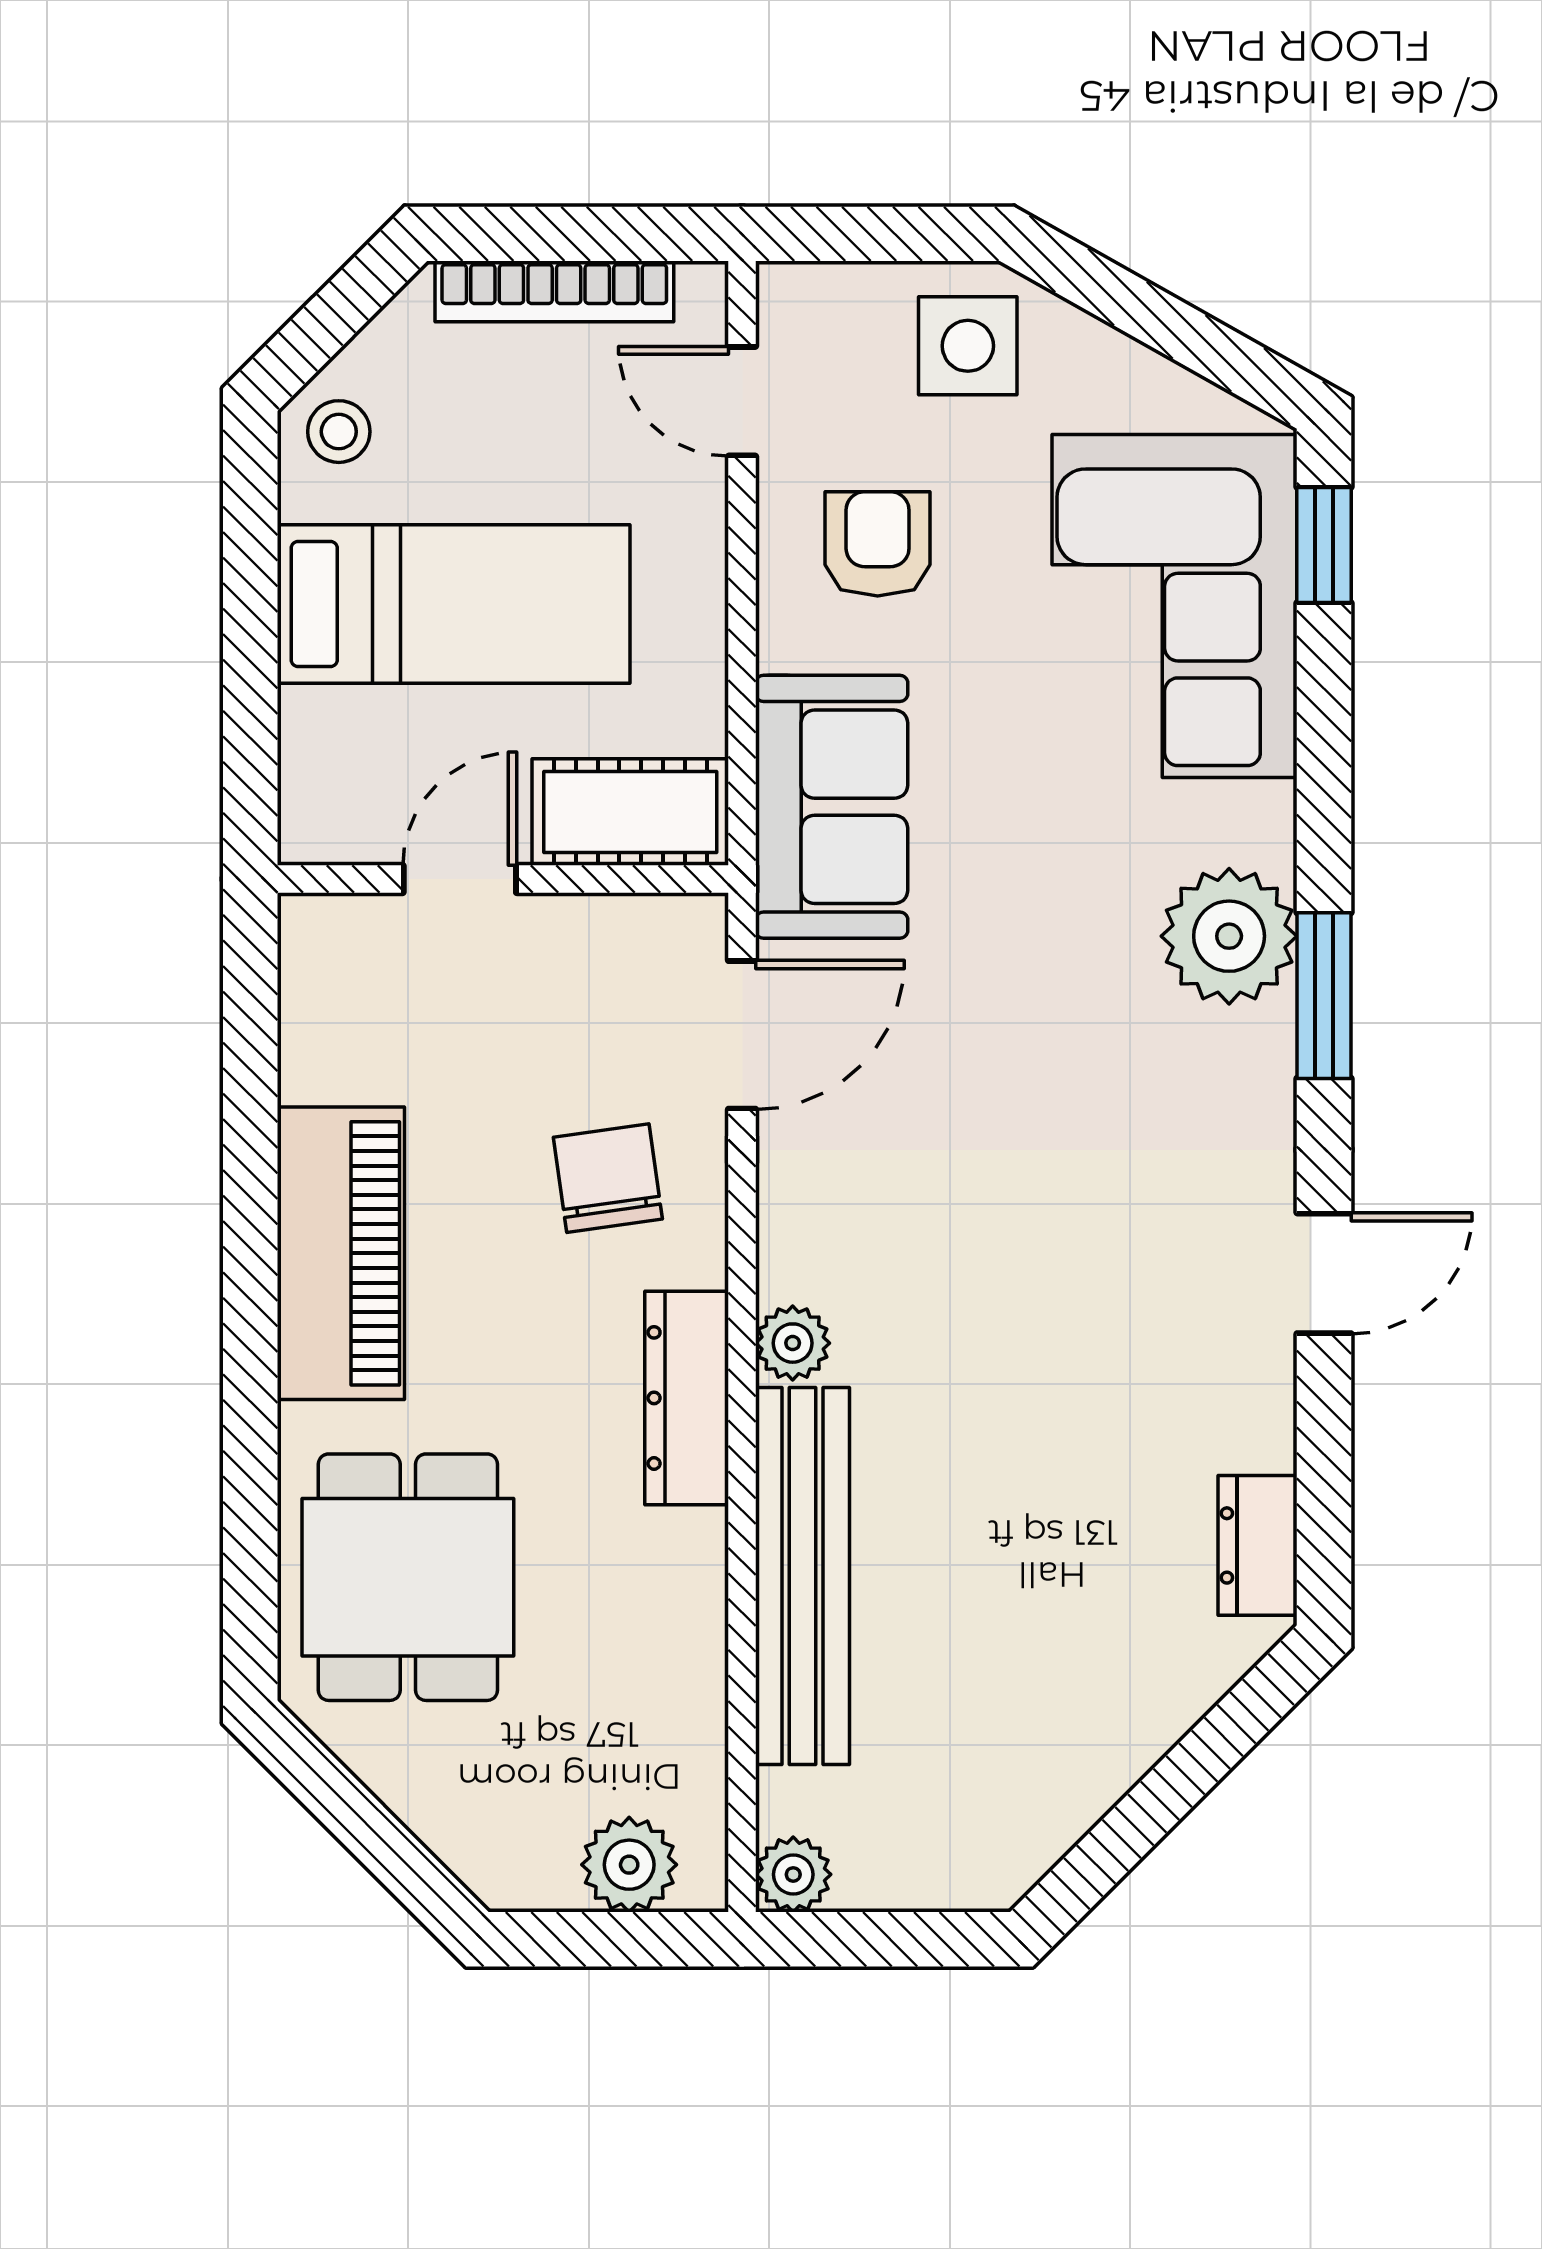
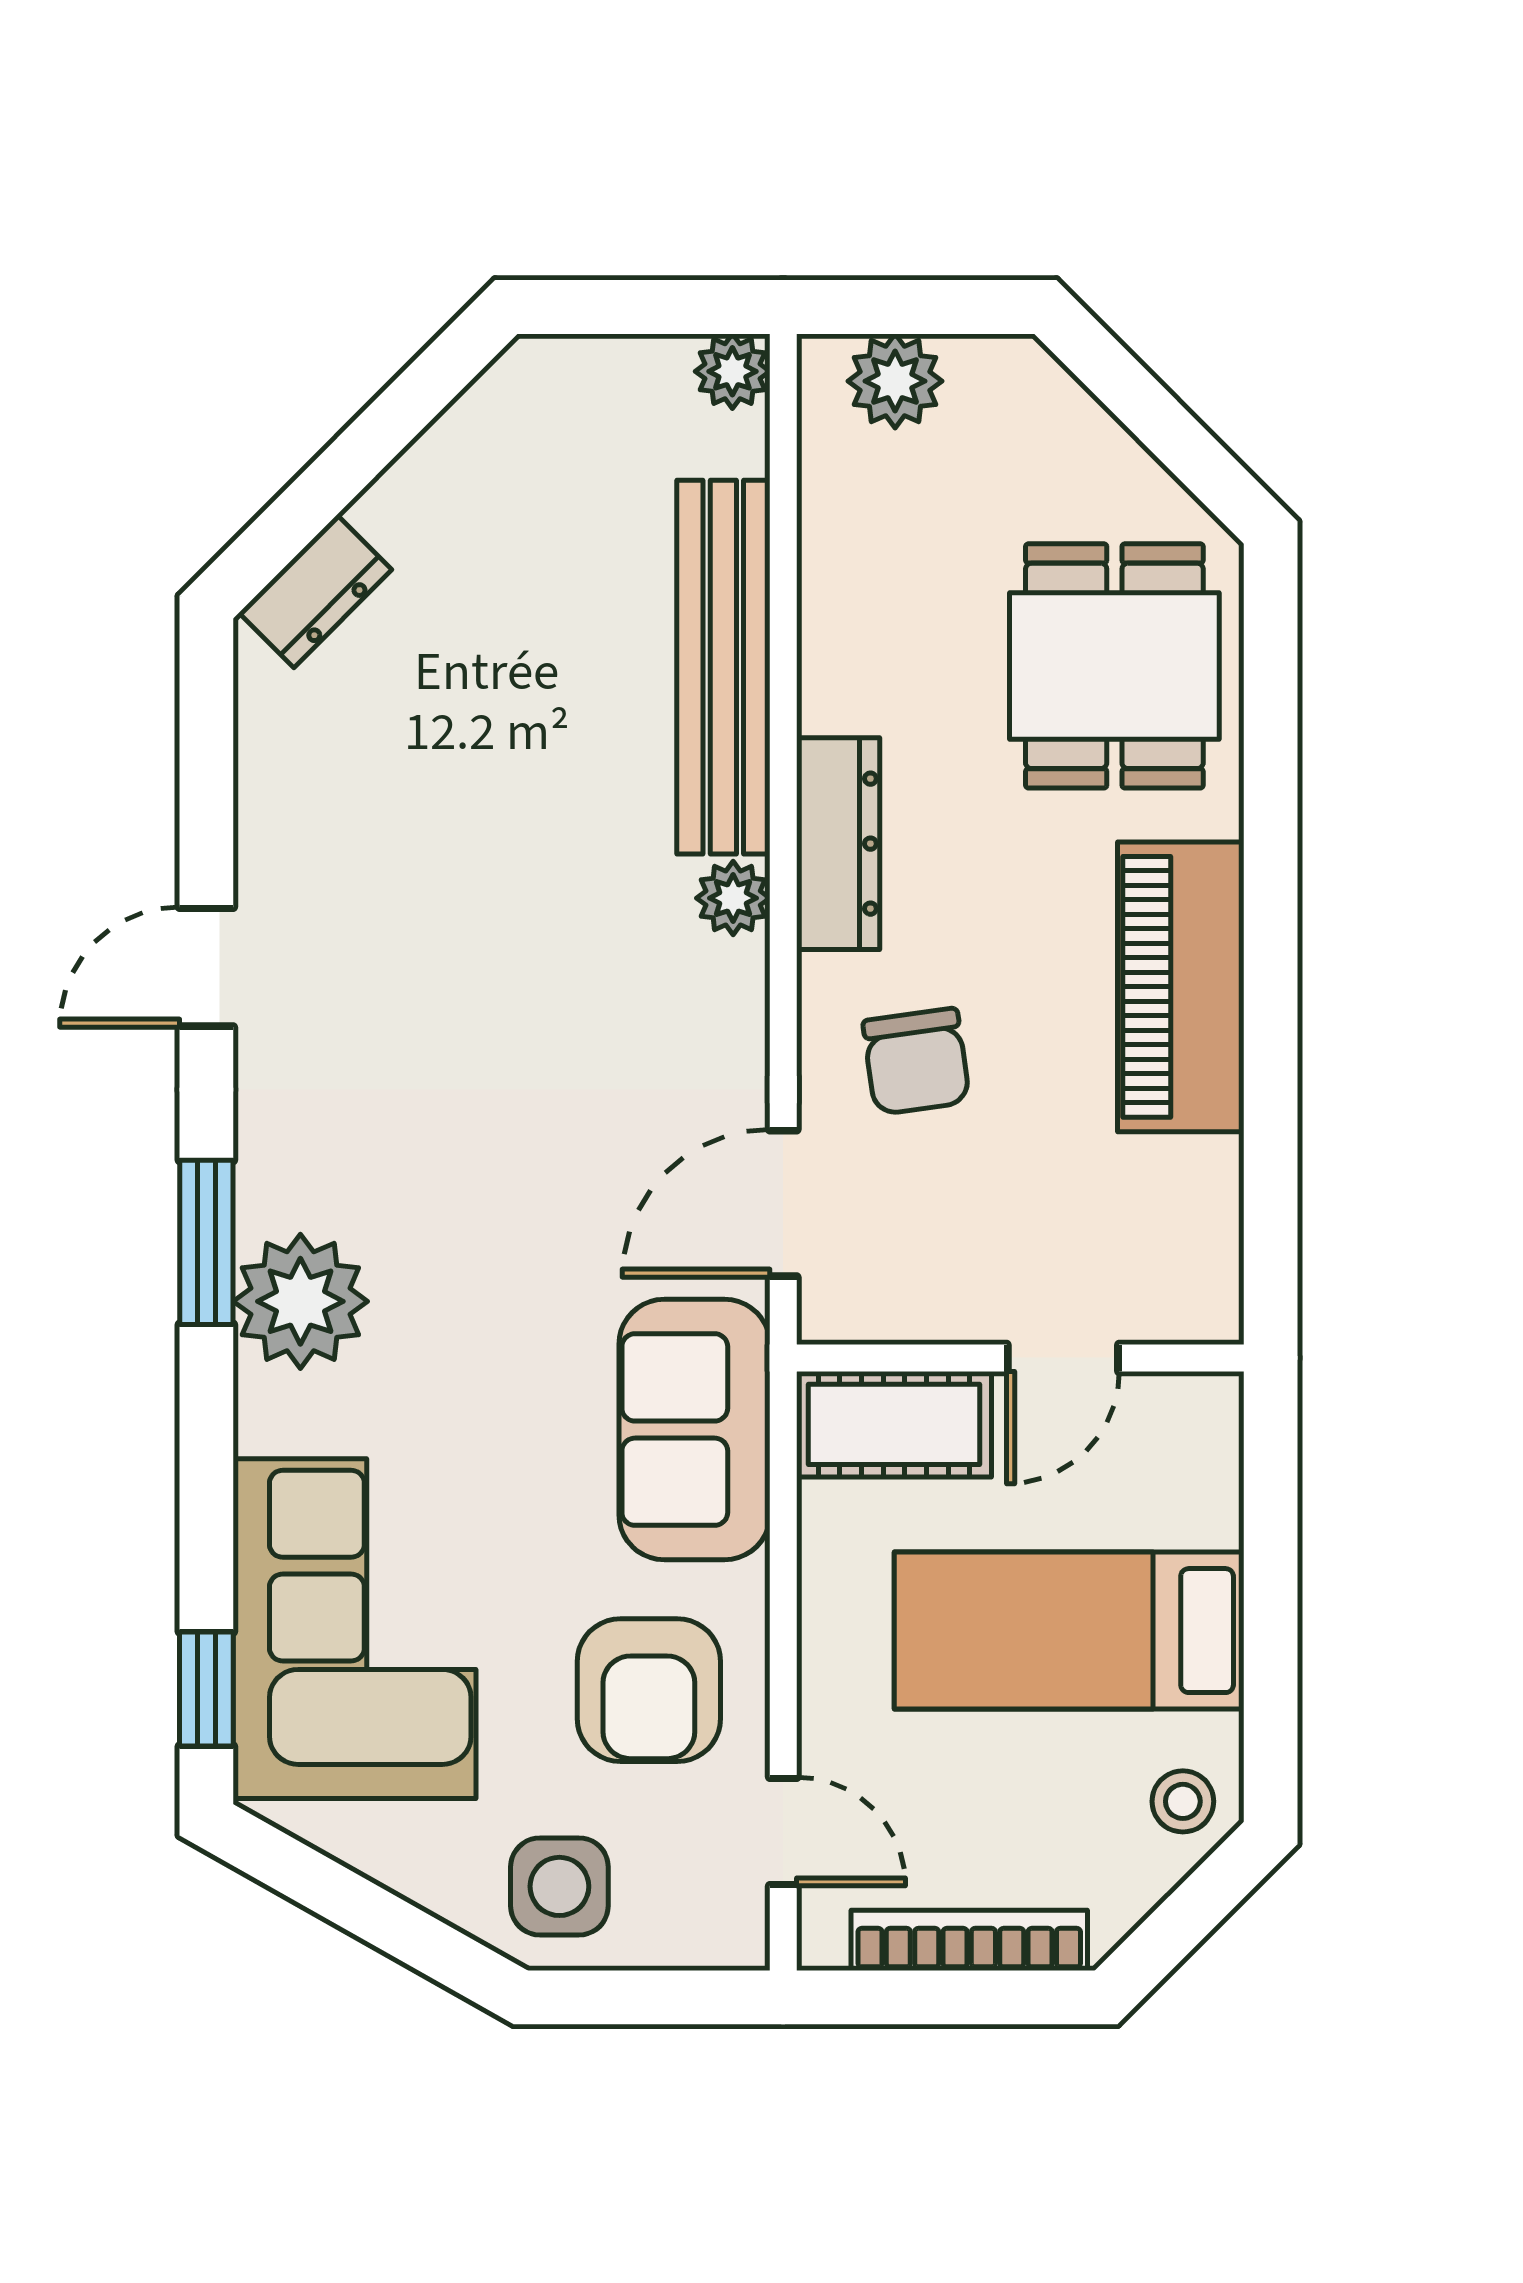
armchair: (878, 544) -> (649, 1690), width x1.38, depth x1.38
dresser: (1258, 1545) -> (315, 591), moved, turned 45

